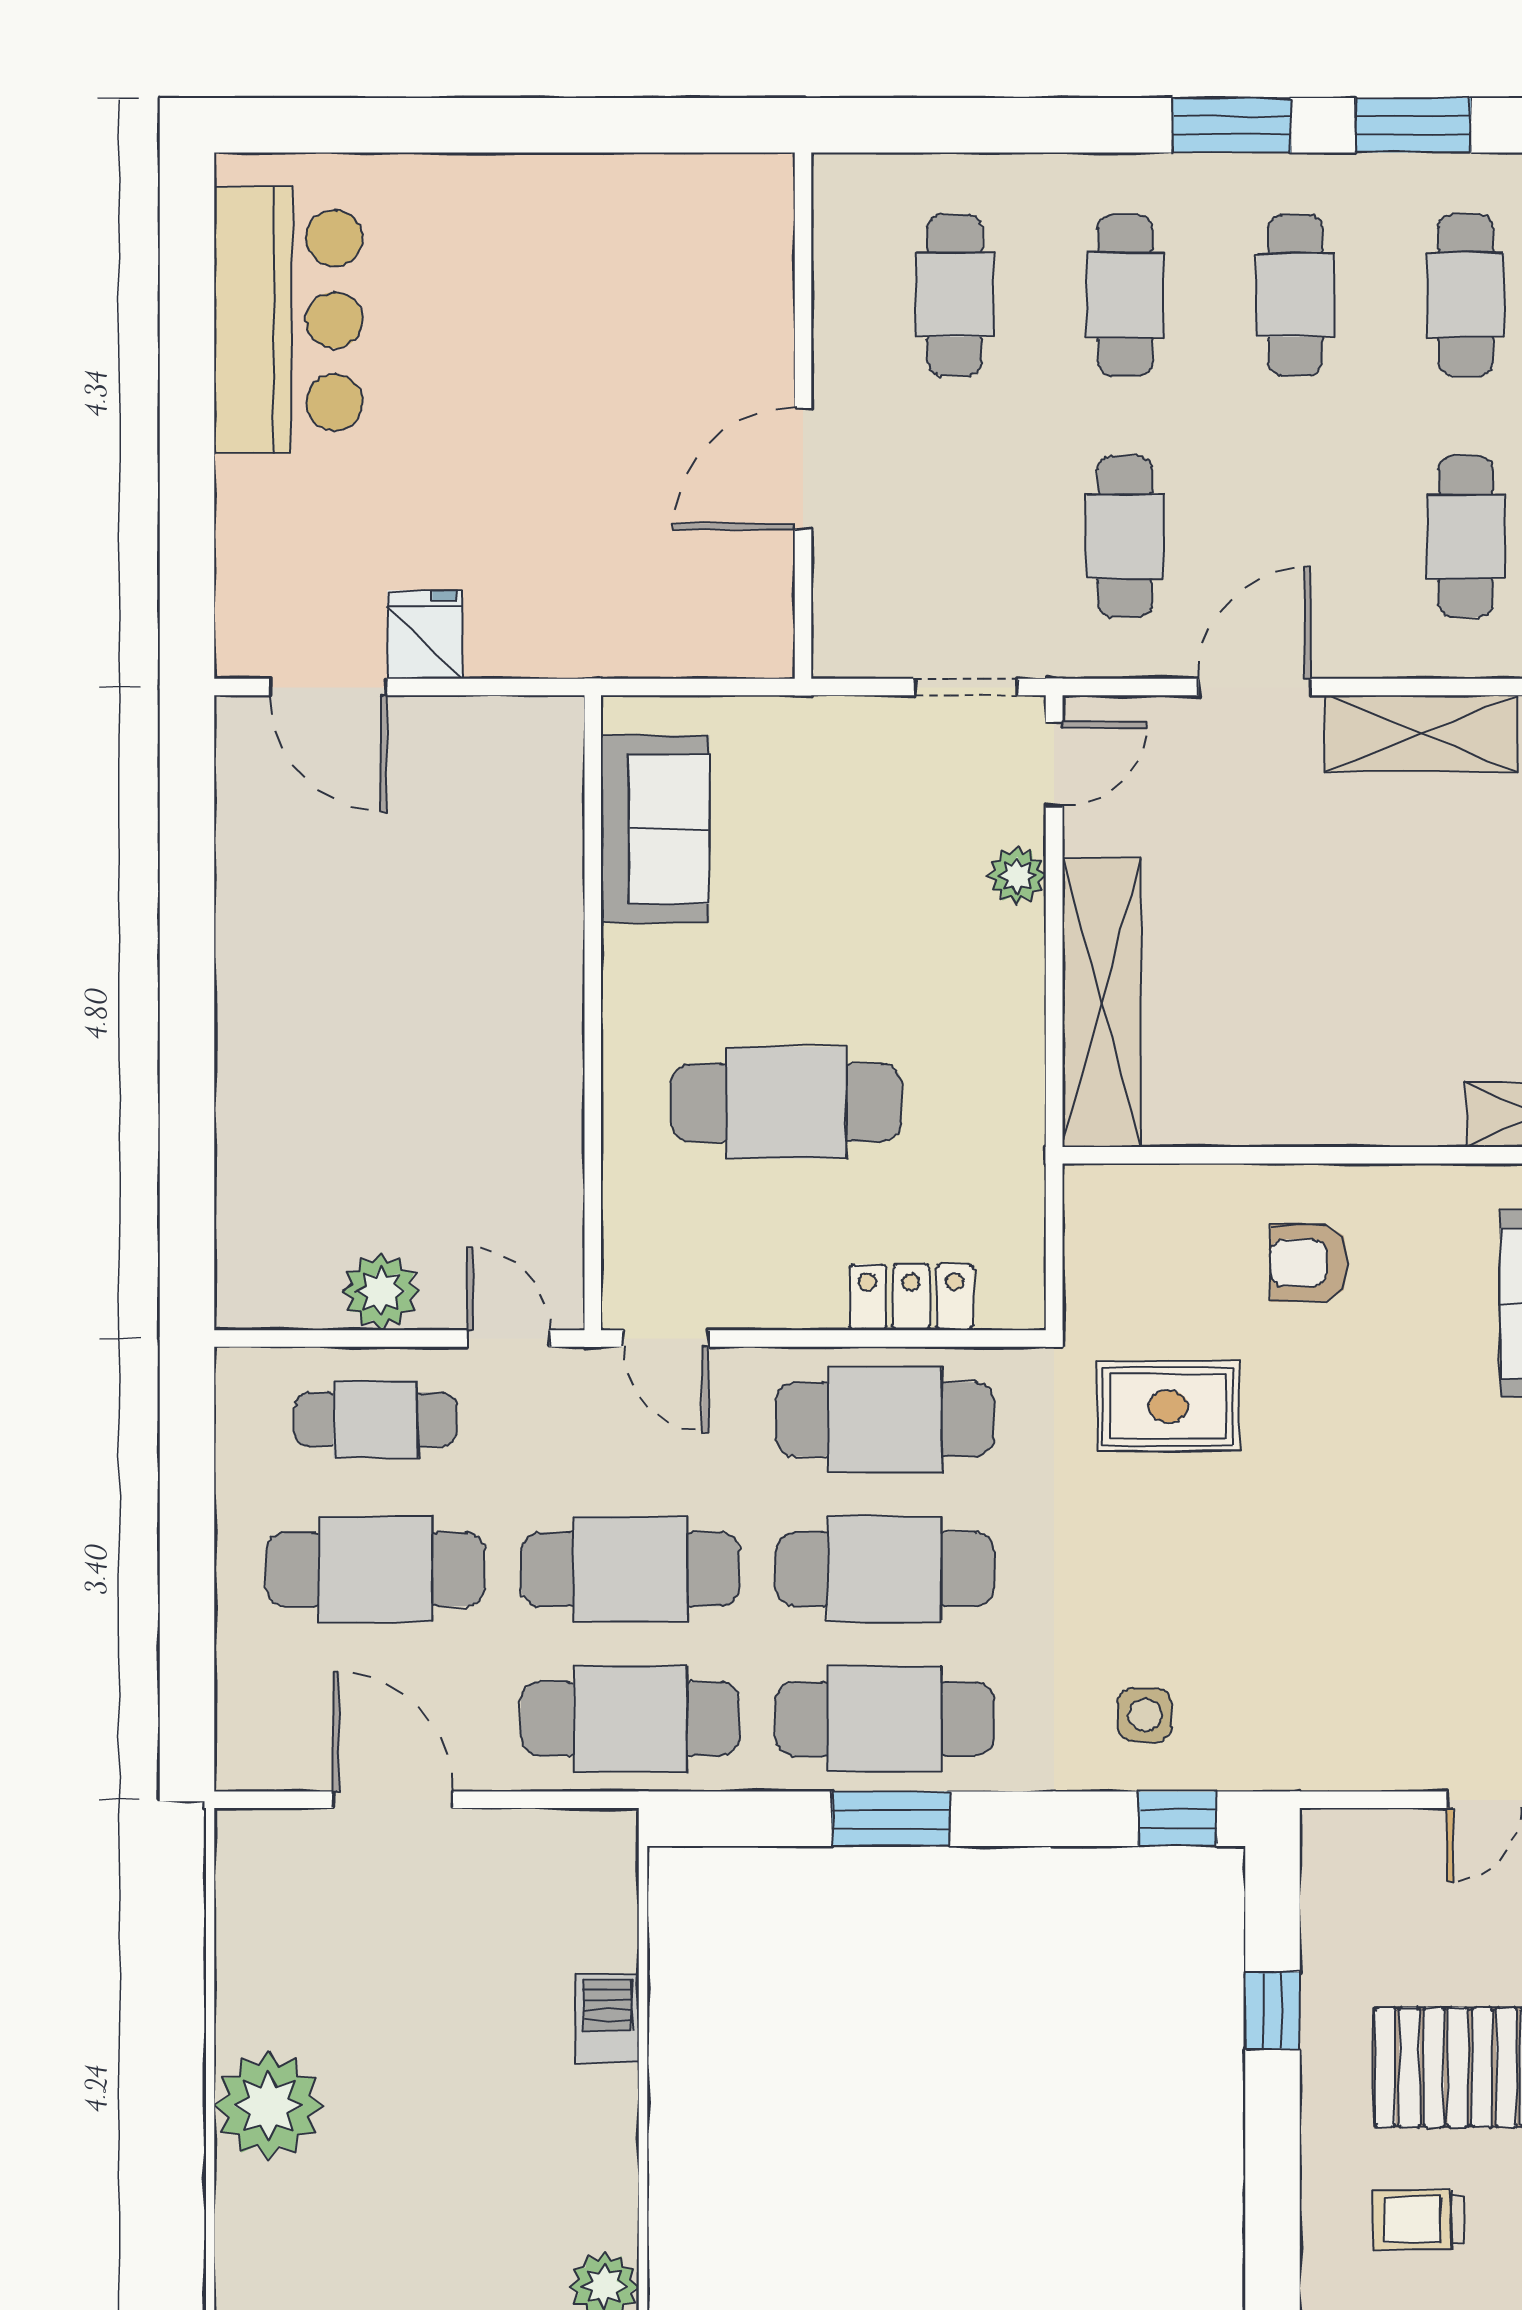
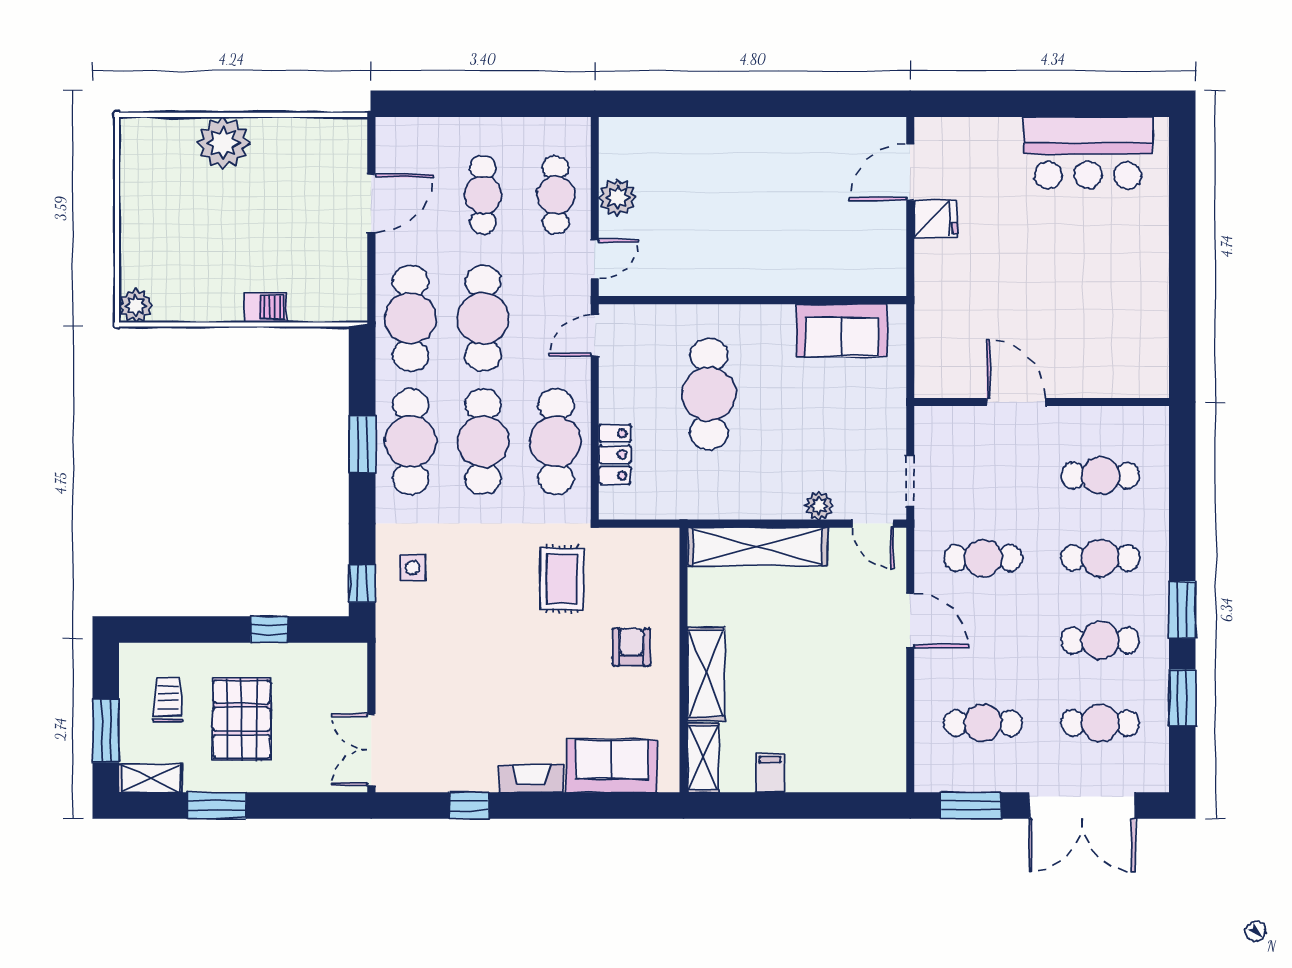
shelving: (1421, 734) -> (706, 674), moved
cafe table: (375, 1569) -> (483, 195), width x0.73, depth x0.74

